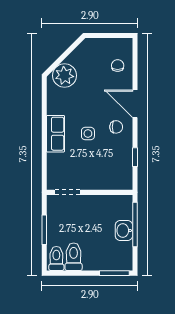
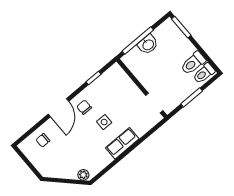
plant: (65, 76) -> (83, 175), width x0.53, depth x0.53

